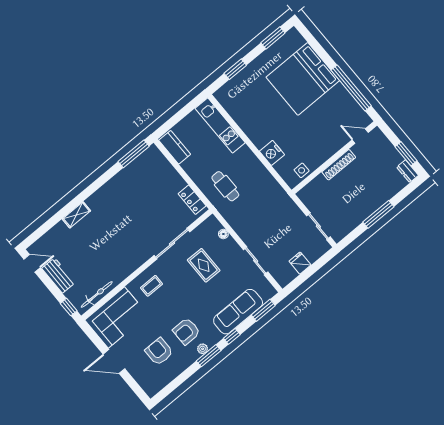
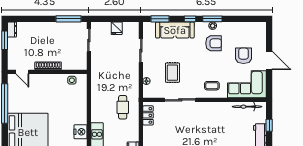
nightstand: (272, 153) -> (80, 132), moved
window: (378, 214) -> (69, 19), moved
window: (69, 307) -> (269, 125), moved
armchair: (159, 352) -> (244, 56), moved, turned 180

